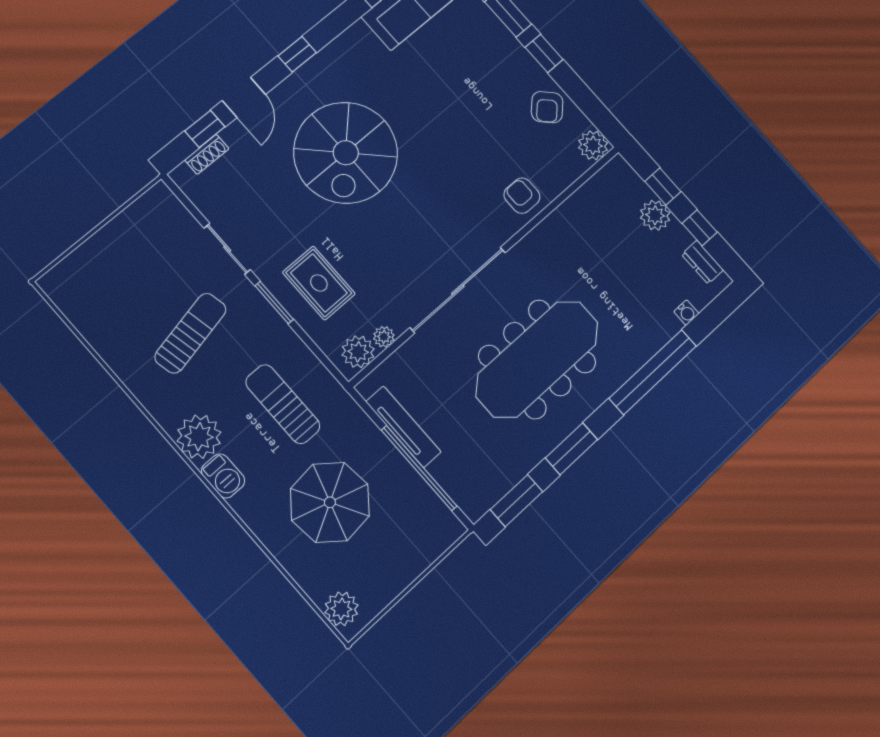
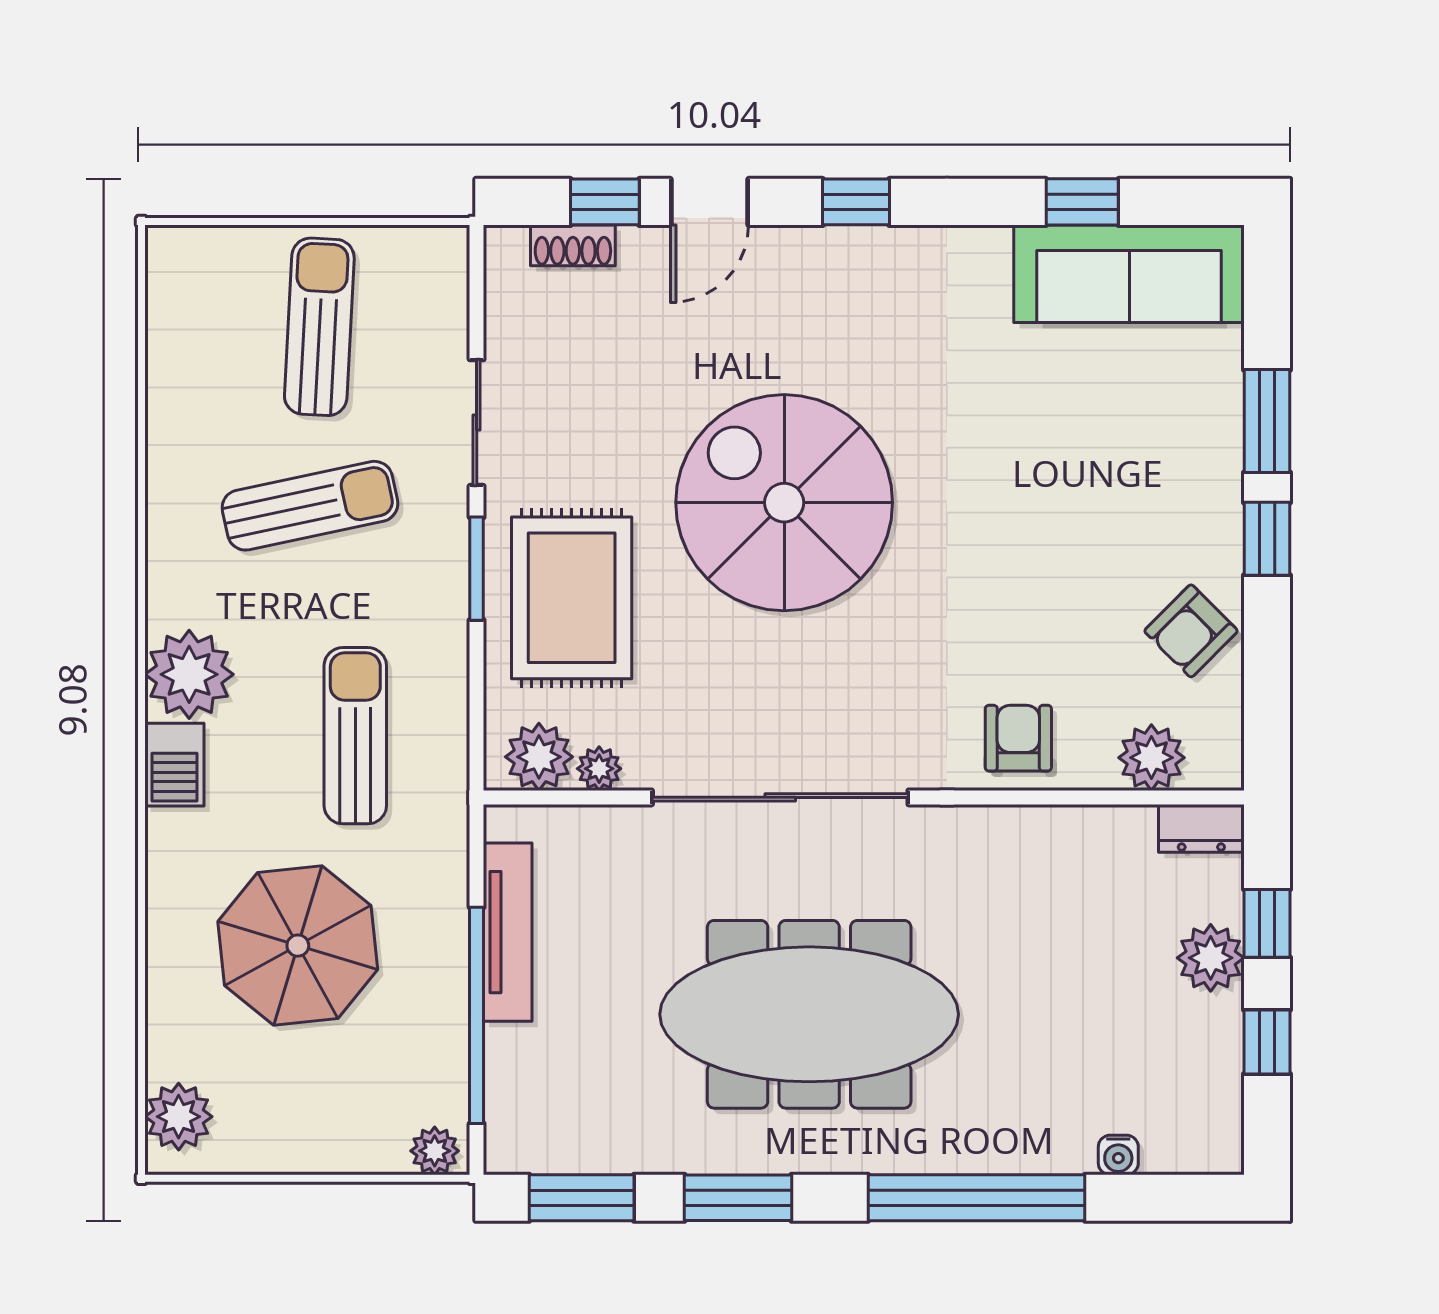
plant: (593, 145) -> (1151, 758), moved
spiral stairs: (346, 153) -> (784, 503), moved, turned 90
dresser: (702, 262) -> (1201, 828), moved, turned -90
sun lounger: (136, 263) -> (319, 327), added
rug: (319, 283) -> (572, 598), width x1.36, depth x1.43
plant: (448, 533) -> (435, 1151), added

